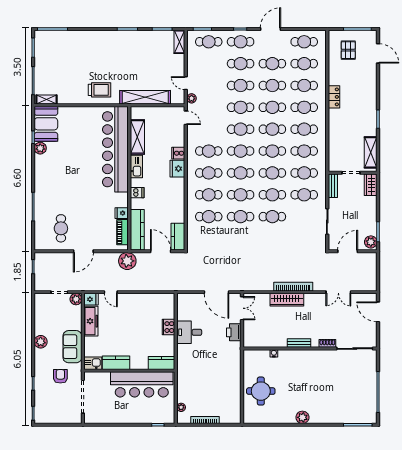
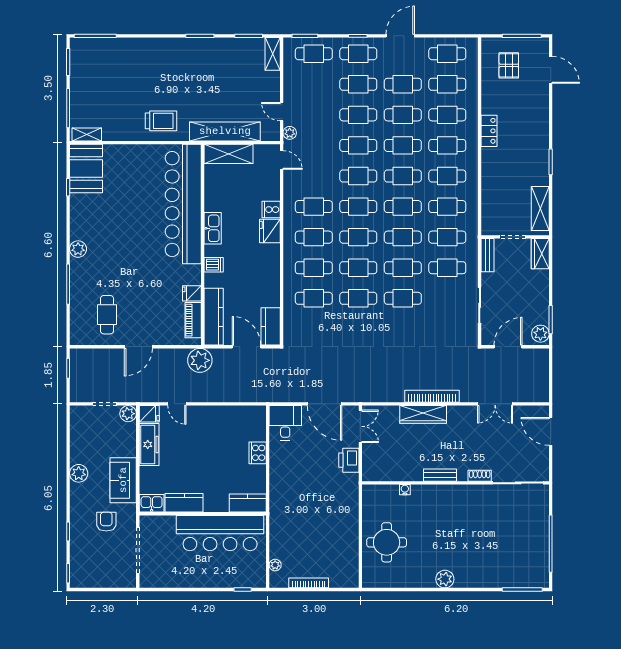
shelving: (137, 137) -> (229, 154), moved, turned 90
plant: (40, 148) -> (78, 249), moved
desk: (189, 332) -> (285, 423), moved, turned 90

